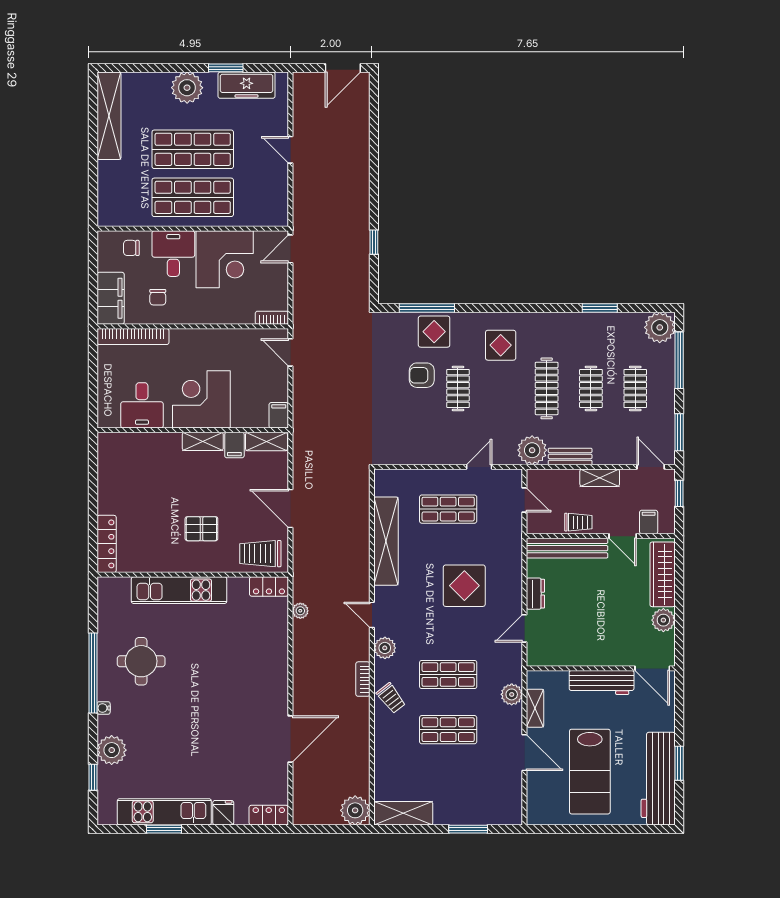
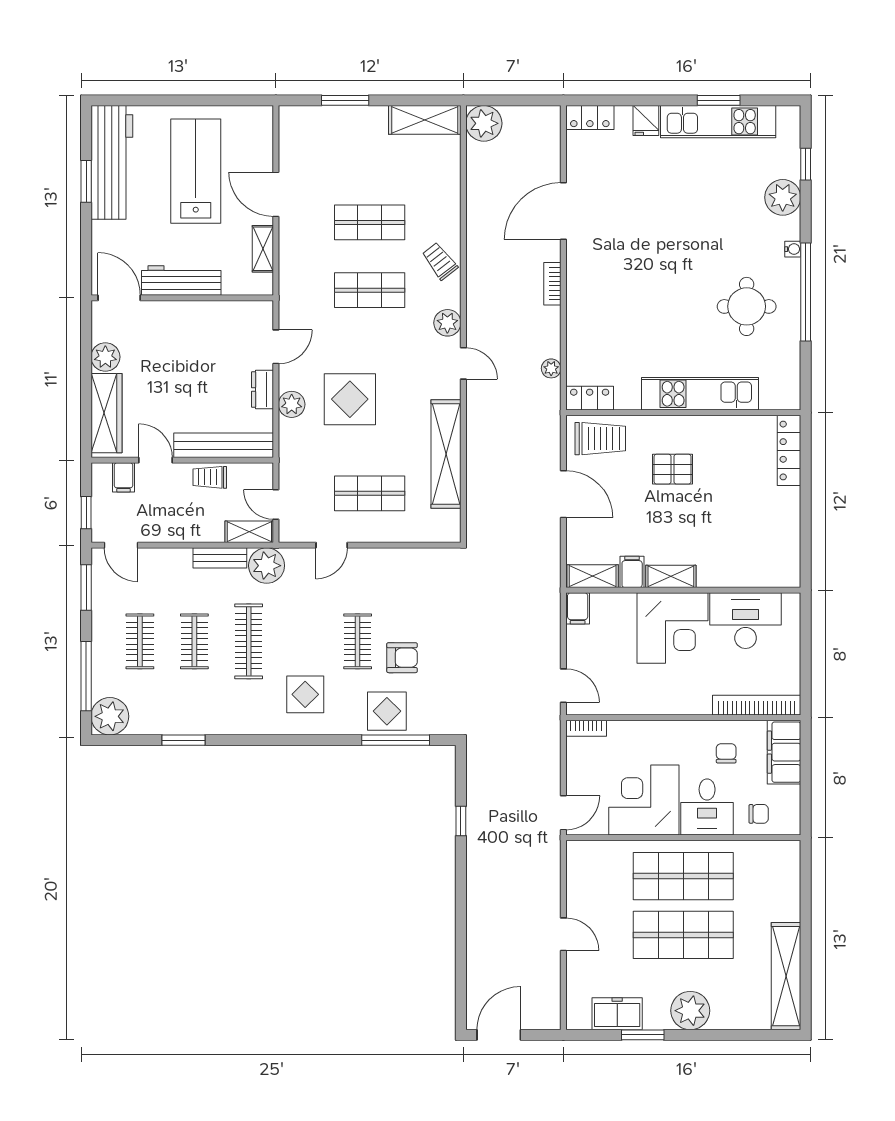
freezer: (247, 85) -> (617, 1014), width x0.71
desk: (142, 405) -> (746, 621), width x1.37
shelving: (600, 478) -> (249, 532), moved
bookcase: (363, 679) -> (552, 284), moved, turned 180
plant: (512, 694) -> (292, 404), moved

